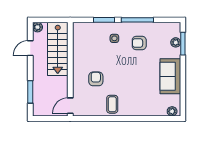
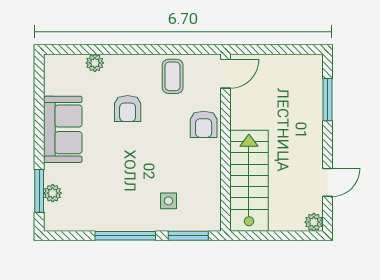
armchair: (139, 43) -> (128, 109), moved, turned 90
stairs: (58, 49) -> (249, 181), moved
wall: (70, 69) -> (225, 143), moved
door: (70, 106) -> (225, 74), moved
plant: (172, 111) -> (95, 63), moved

